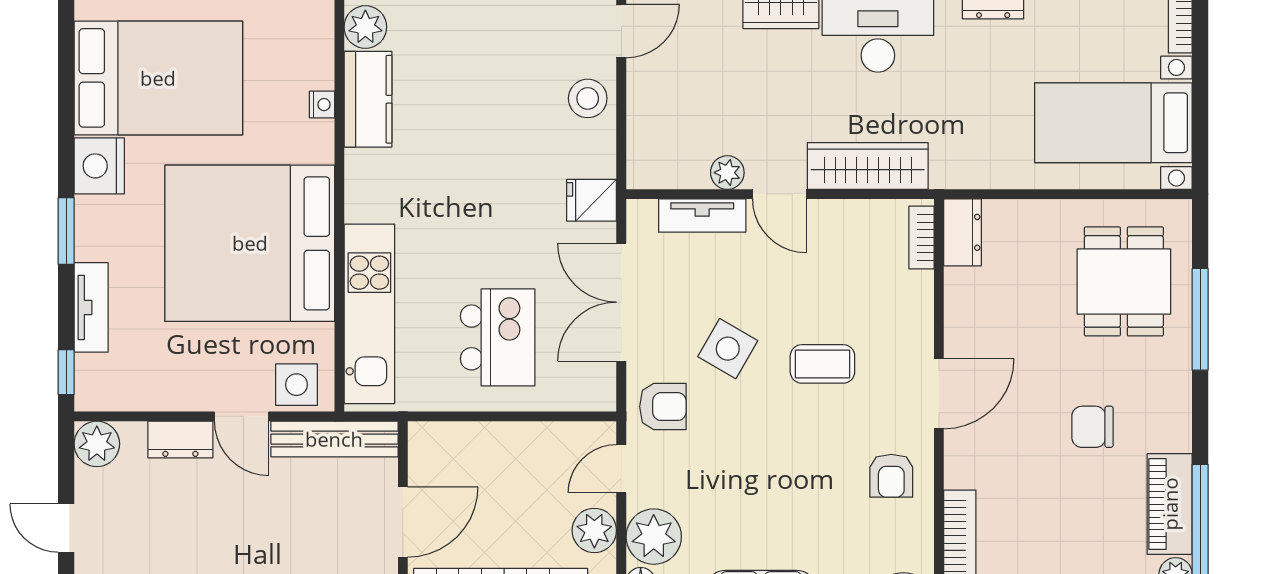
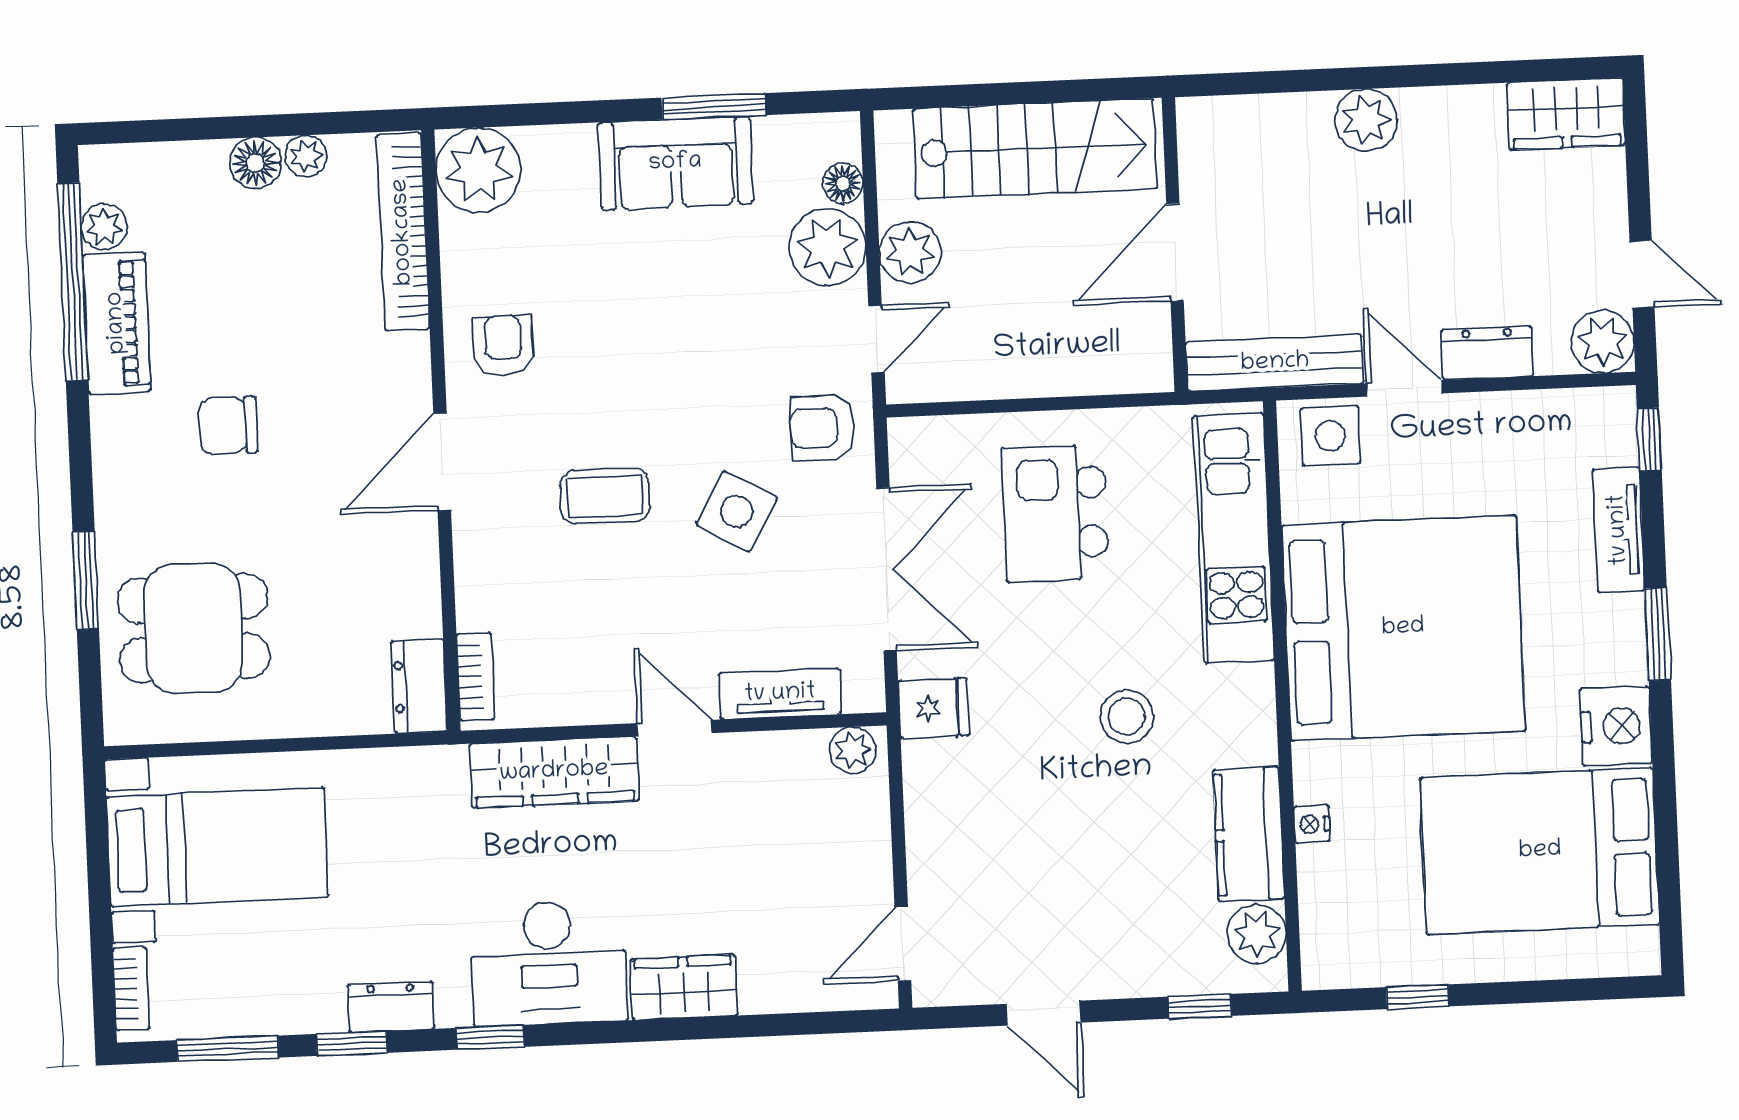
stool: (588, 98) -> (1127, 716), moved
plant: (727, 173) -> (853, 750), moved
dining table: (1124, 281) -> (193, 628), turned 90
window: (1200, 319) -> (86, 580), width x0.69
chair: (1092, 427) -> (228, 425), turned 180
door: (66, 528) -> (1642, 274), moved

